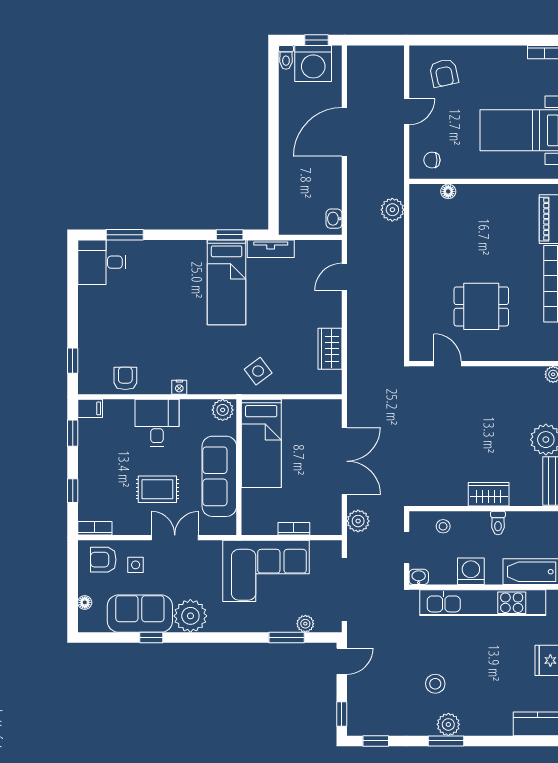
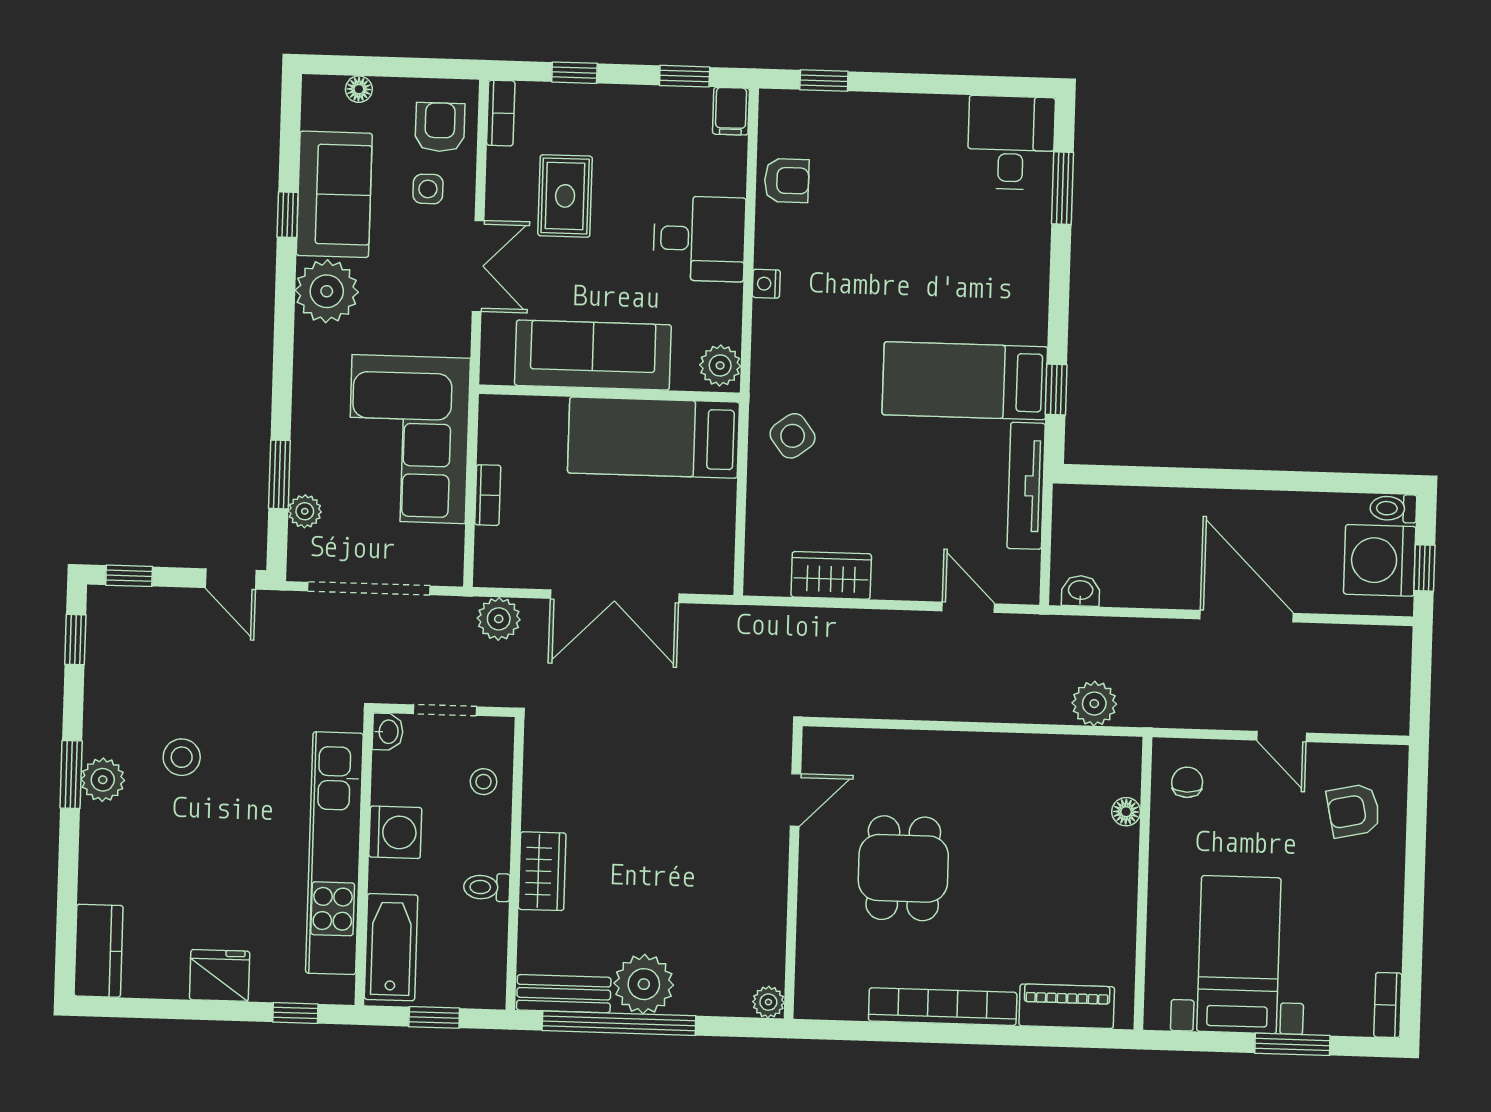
tv unit: (271, 249) -> (1026, 486), width x1.41
rug: (157, 489) -> (565, 196), moved

